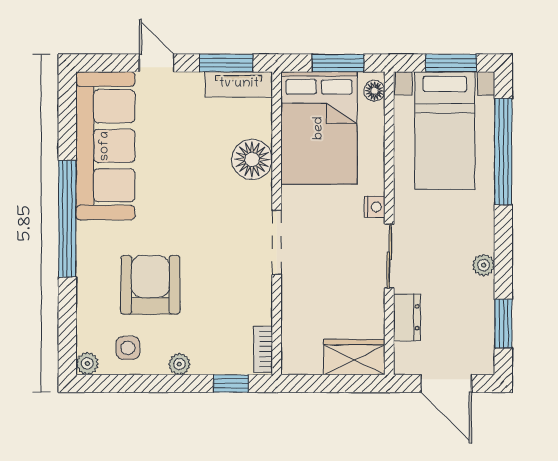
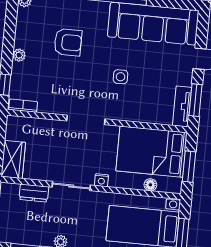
floor lamp: (374, 91) -> (150, 185), moved
floor lamp: (252, 159) -> (137, 110), removed
armchair: (150, 285) -> (68, 42), width x0.73, depth x0.73
side table: (128, 348) -> (121, 77), moved

